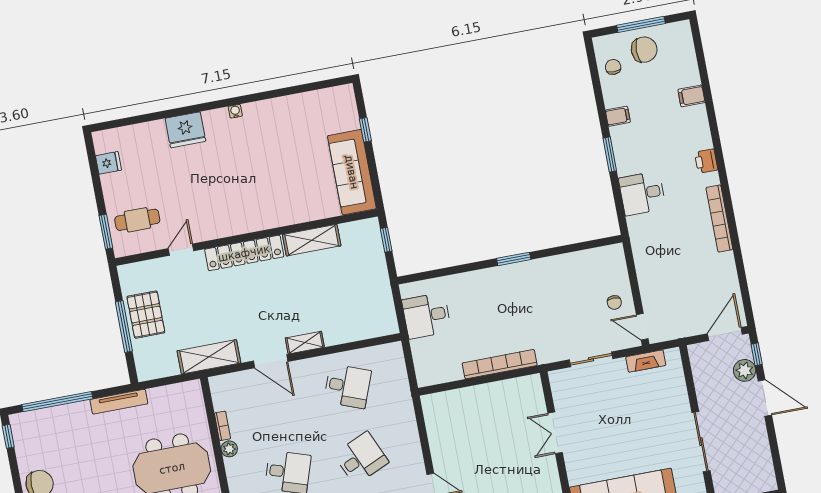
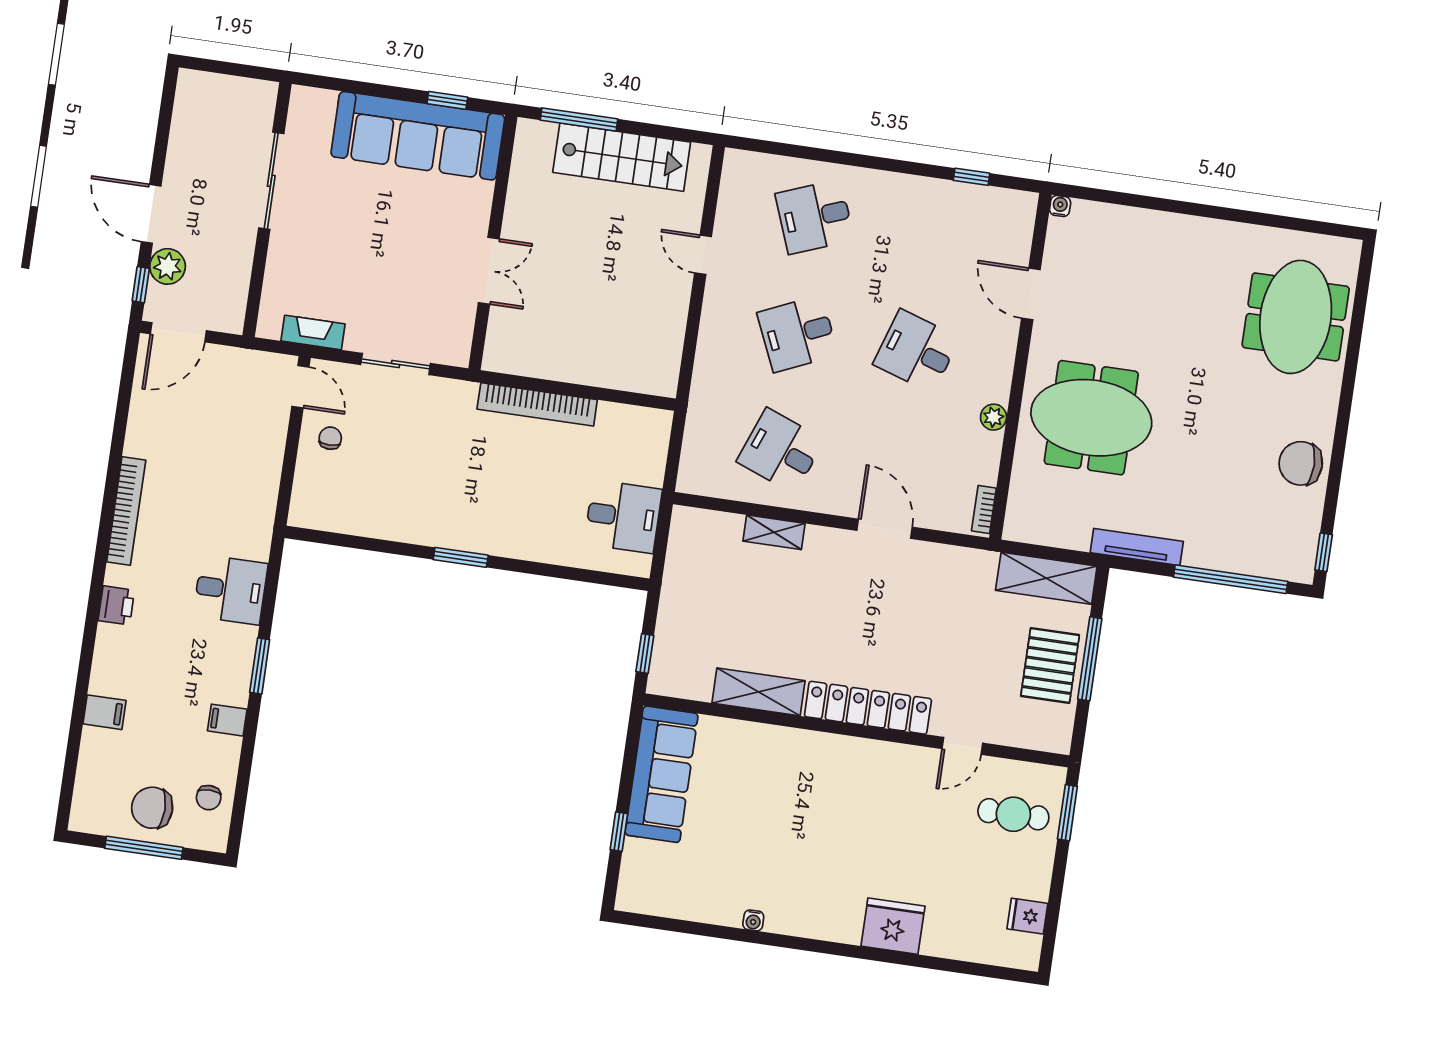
water cooler: (235, 111) -> (753, 920), moved
shelving: (305, 343) -> (774, 532), moved
shelving: (209, 357) -> (1046, 578), moved
bookcase: (222, 426) -> (984, 509), moved

